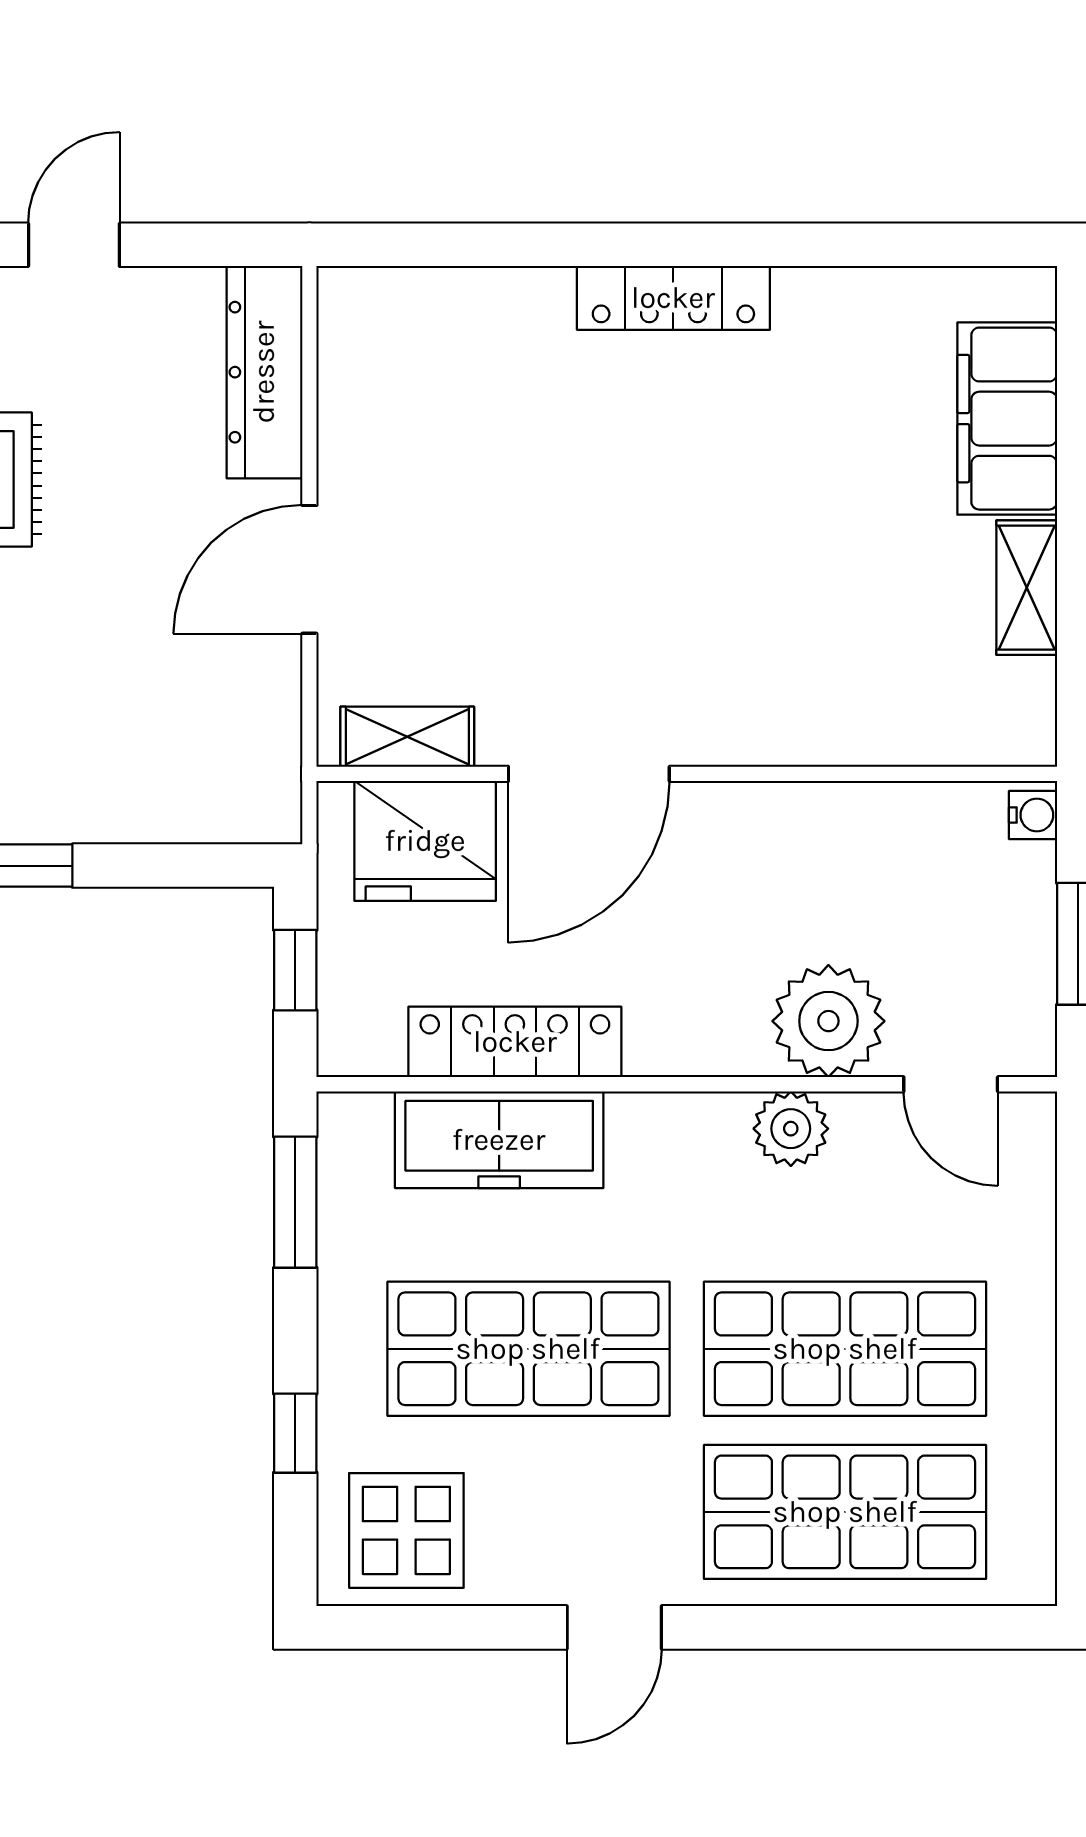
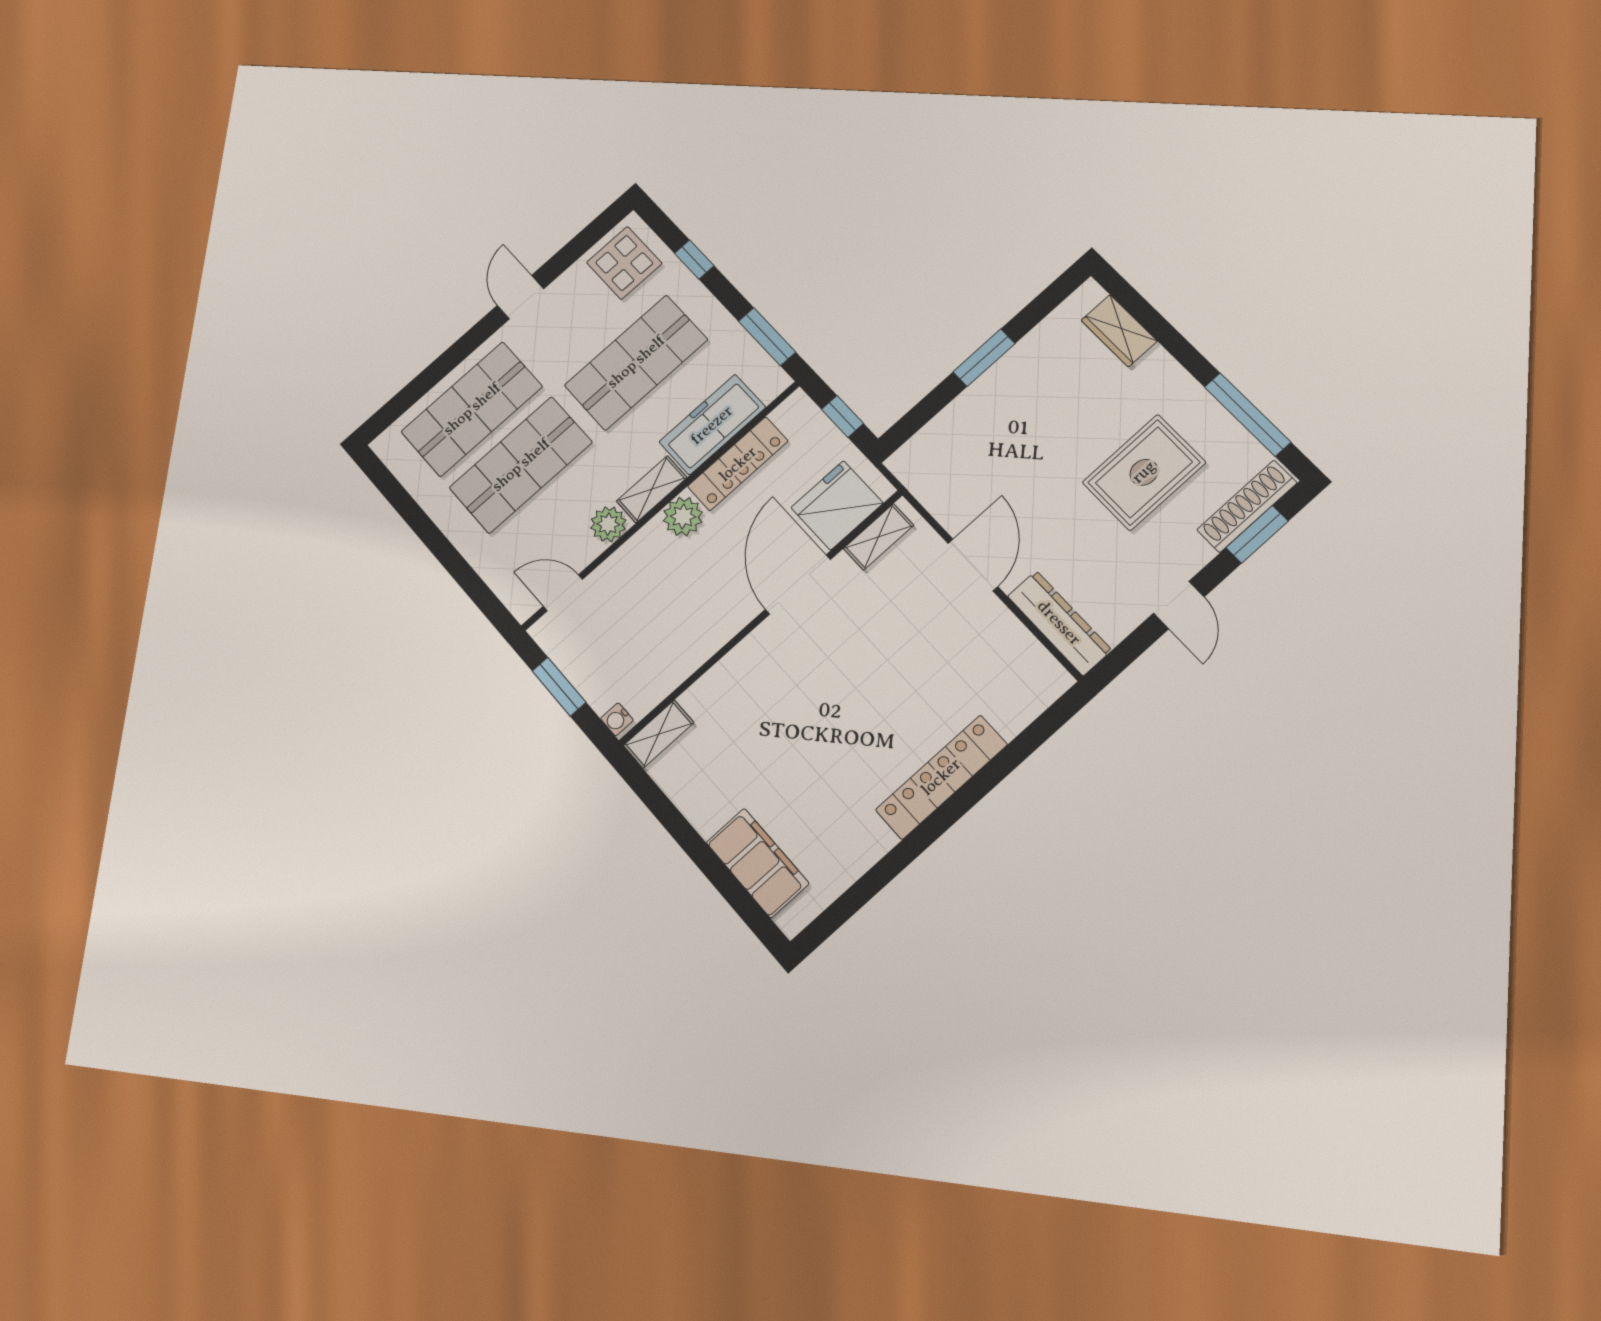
locker: (673, 298) -> (941, 777), width x1.41, depth x1.21
shelving: (1027, 588) -> (659, 734), moved, turned 90
plant: (828, 1021) -> (683, 516), moved, width x0.73, depth x0.73
shelving: (678, 1123) -> (652, 489), added

